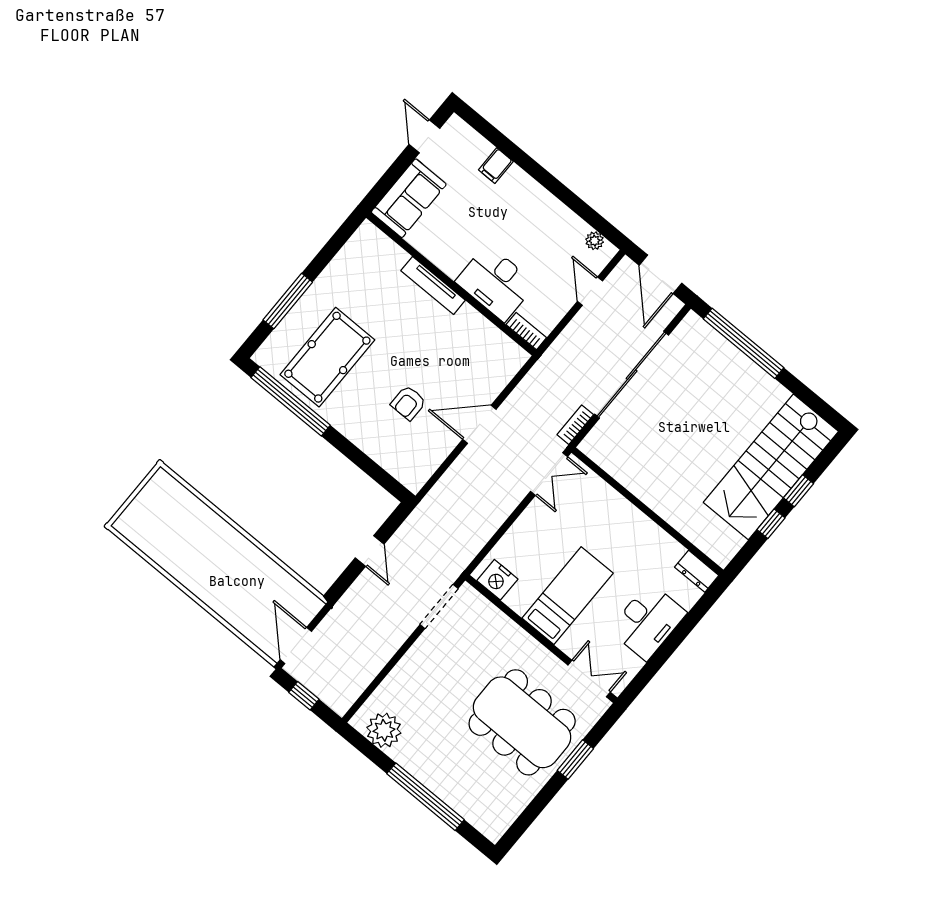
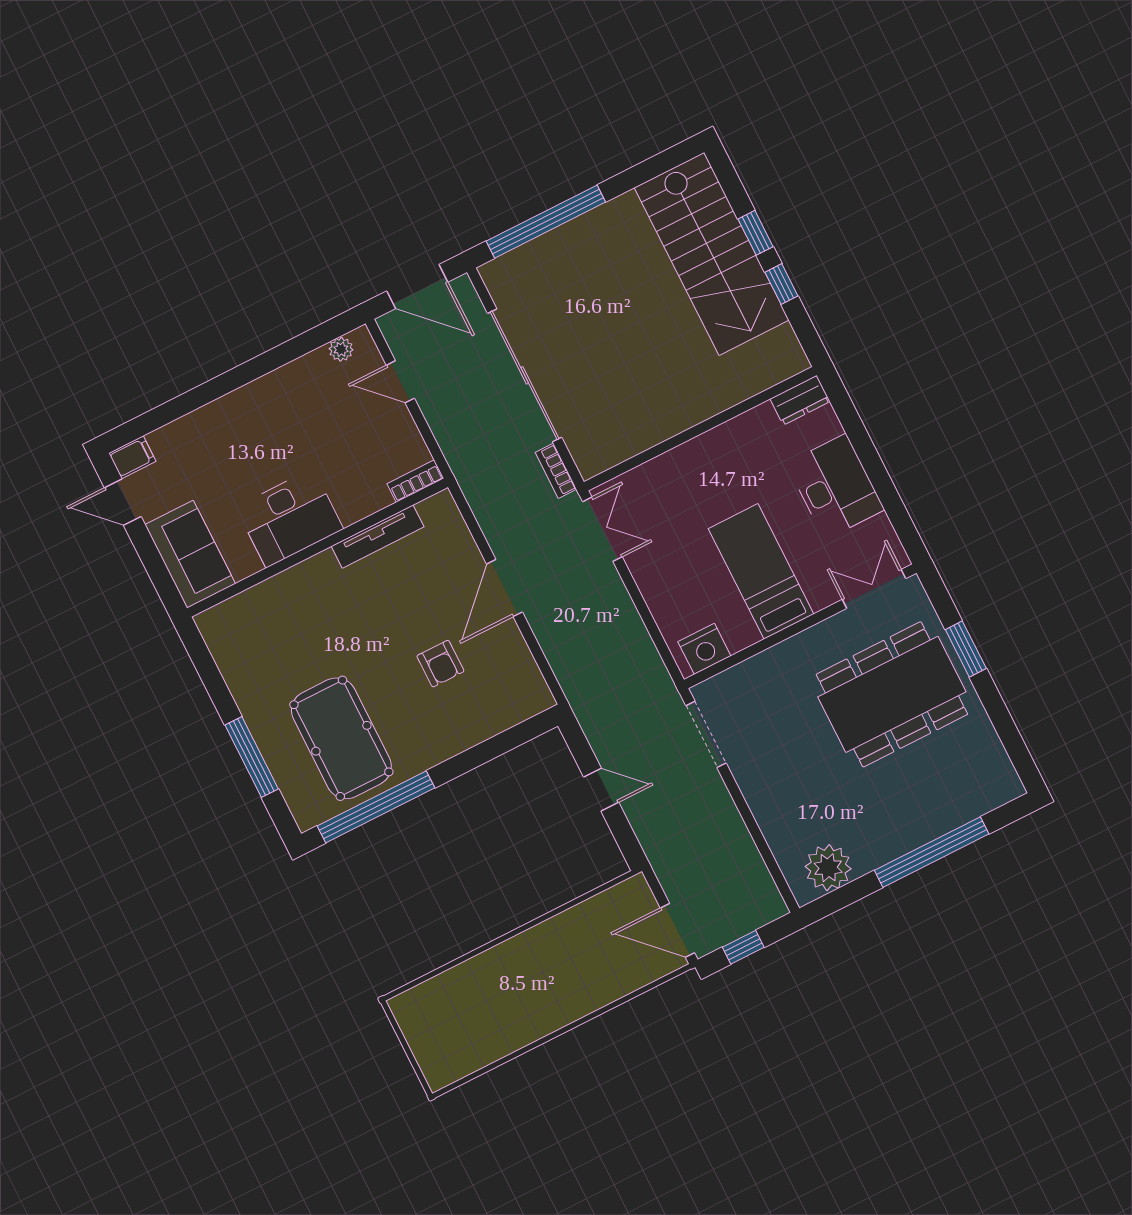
filing cabinet: (496, 166) -> (132, 457), moved, turned -90
desk: (496, 283) -> (290, 518), moved
tv unit: (433, 285) -> (378, 537), moved

